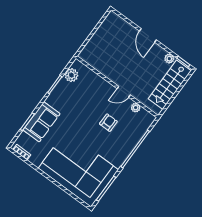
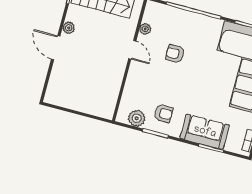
door: (148, 35) -> (56, 48), swing flipped
plant: (169, 59) -> (69, 28), moved
armchair: (67, 97) -> (164, 113), added

